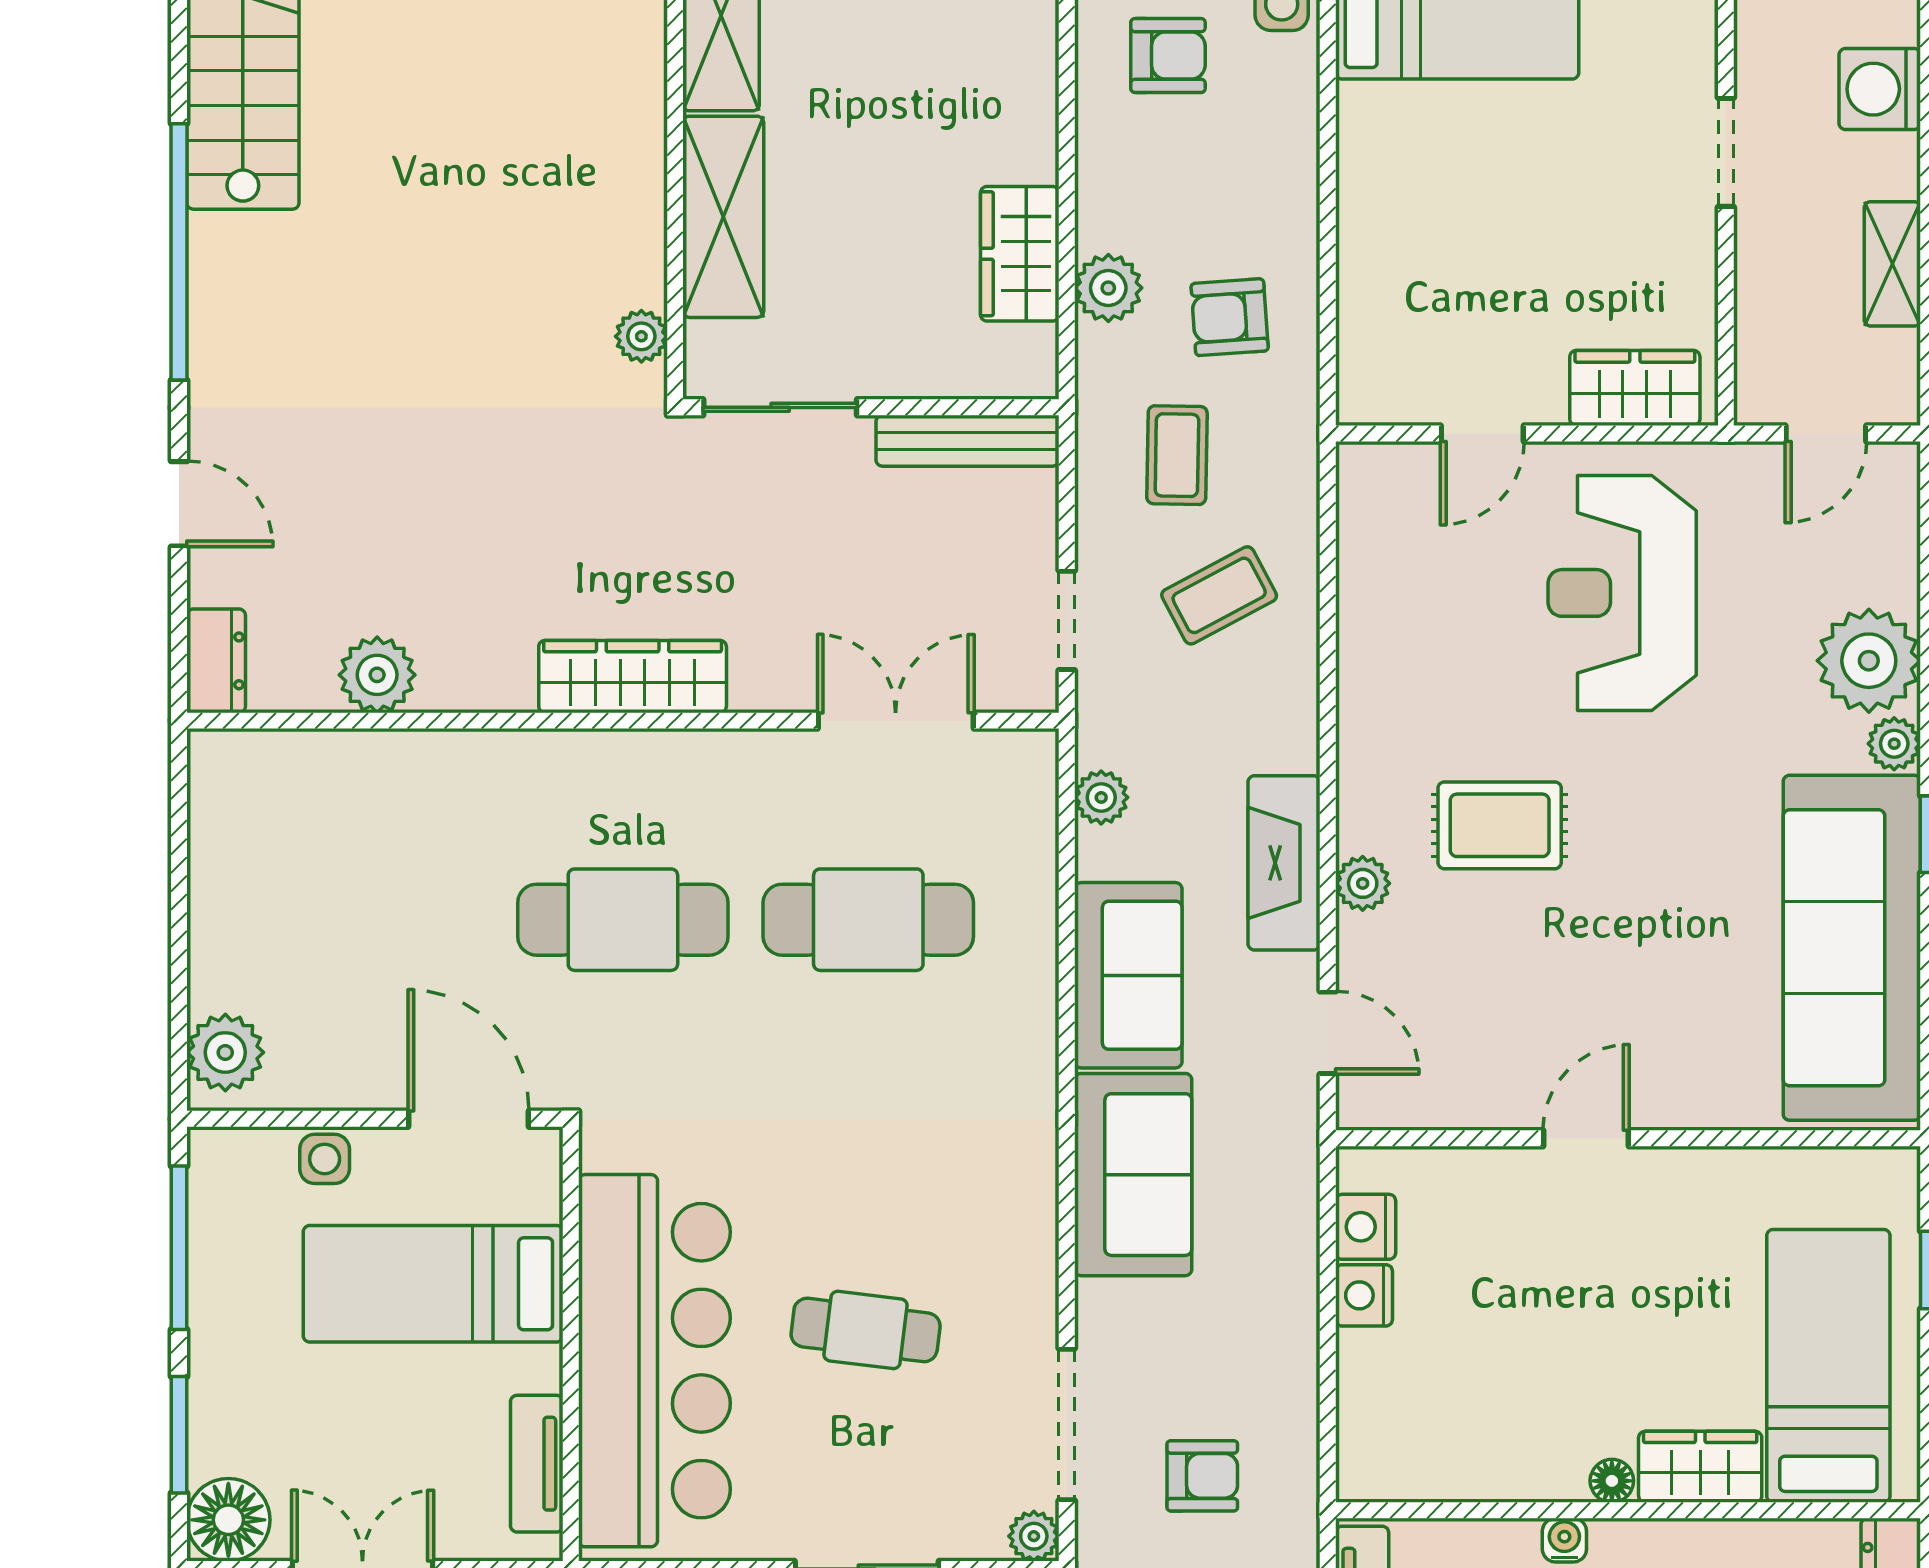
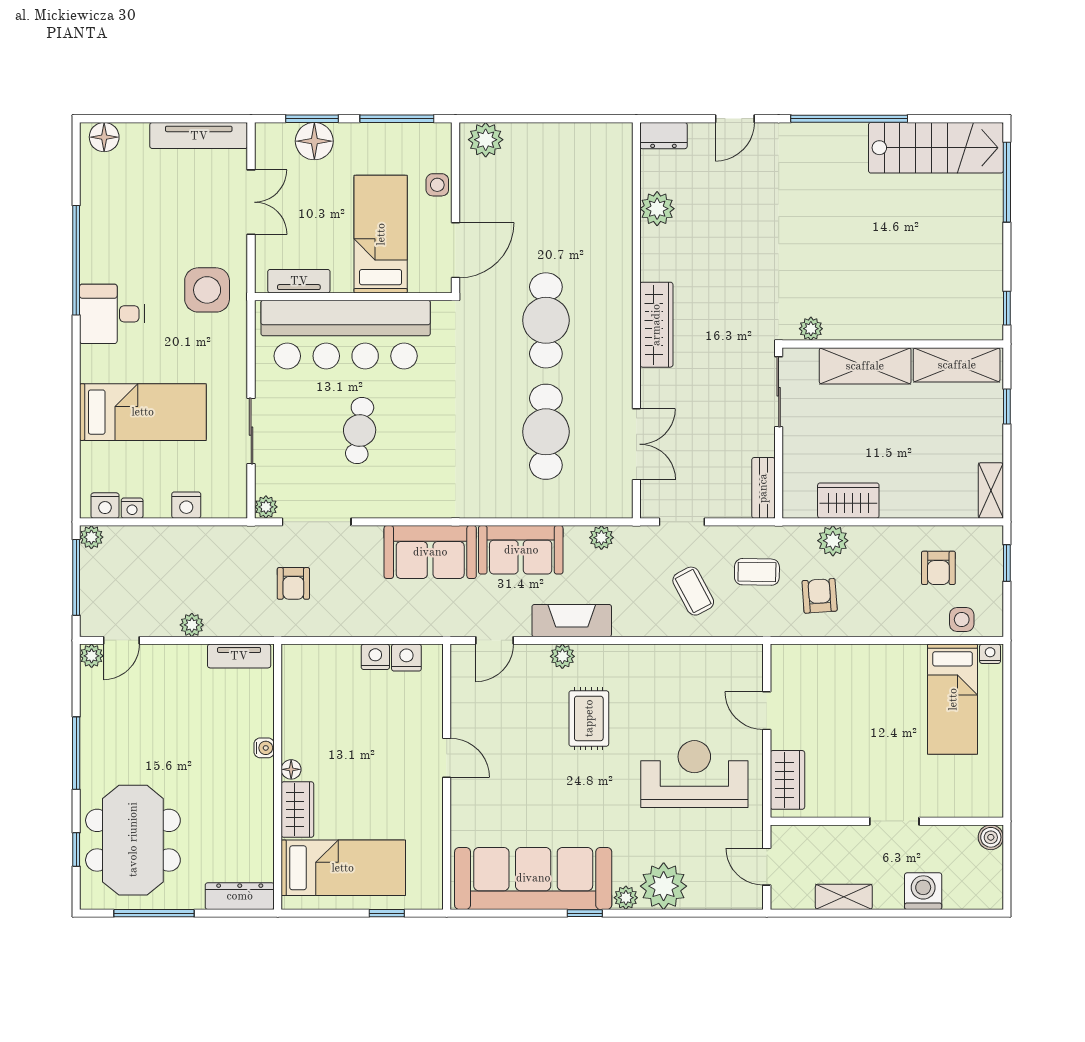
bench: (968, 441) -> (763, 488), width x0.73
floor lamp: (228, 1520) -> (314, 141), moved

